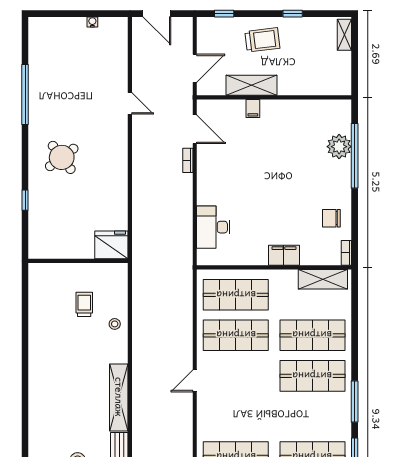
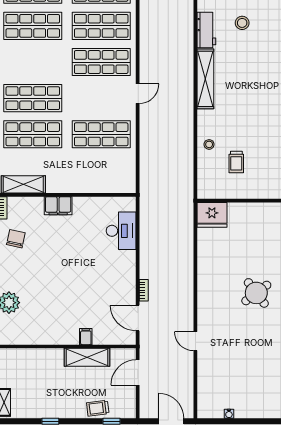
trolley: (262, 40) -> (98, 408), moved, width x0.73, depth x0.72
chair: (331, 218) -> (16, 239), turned -78
shop shelf: (236, 295) -> (101, 62), moved

